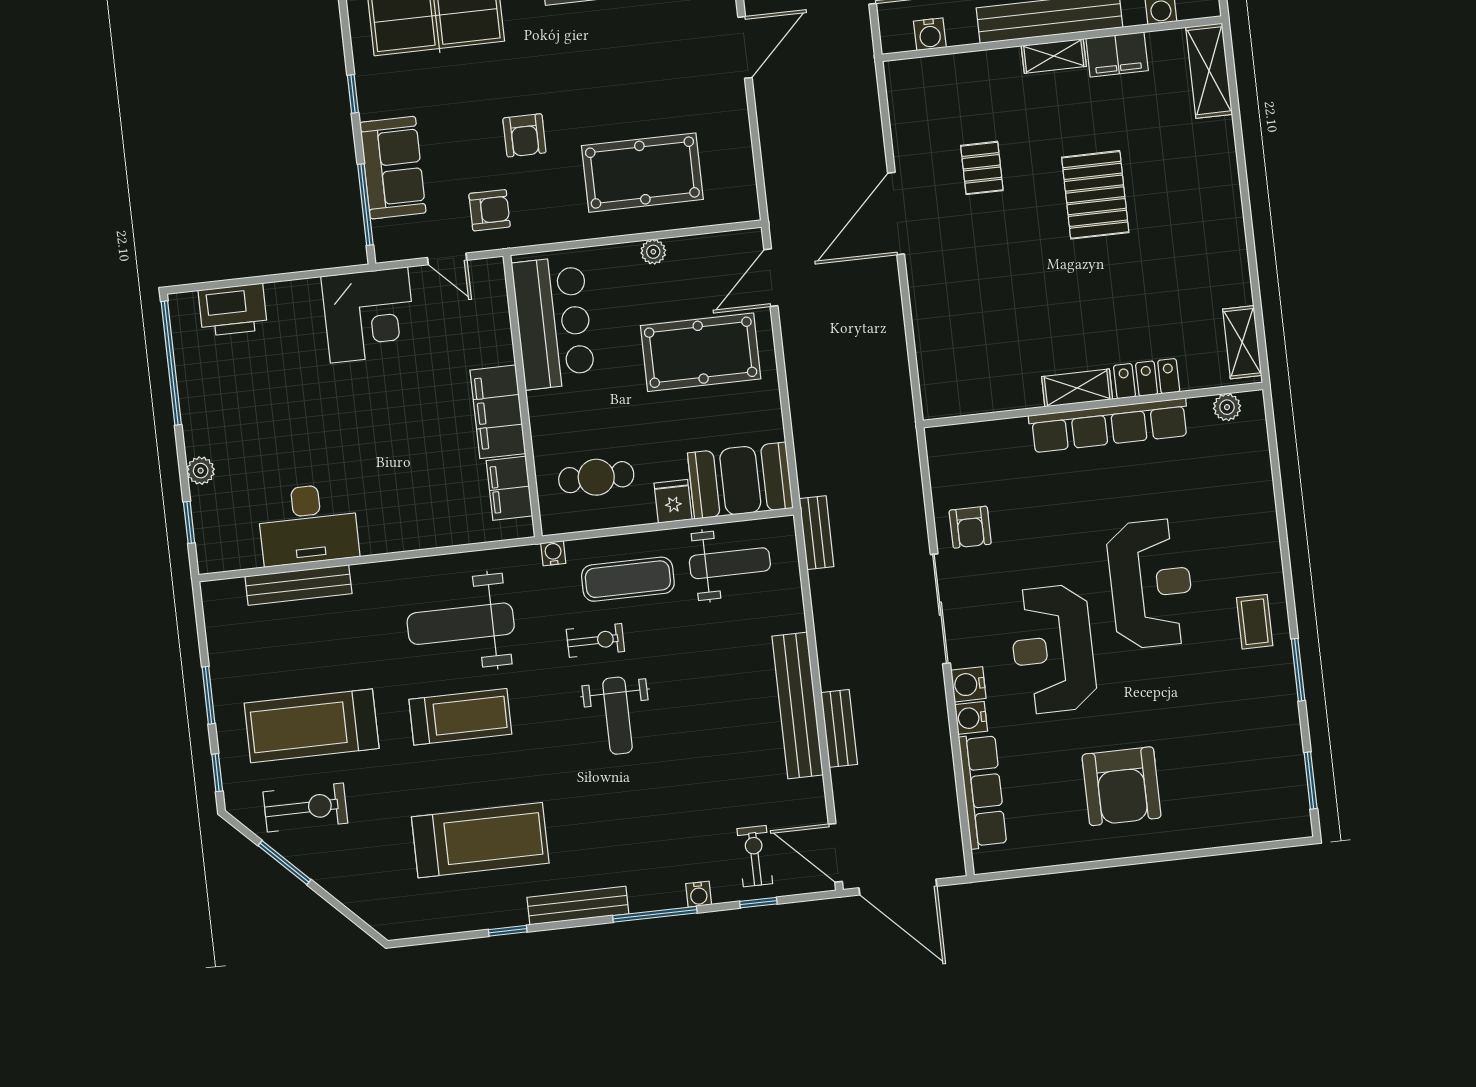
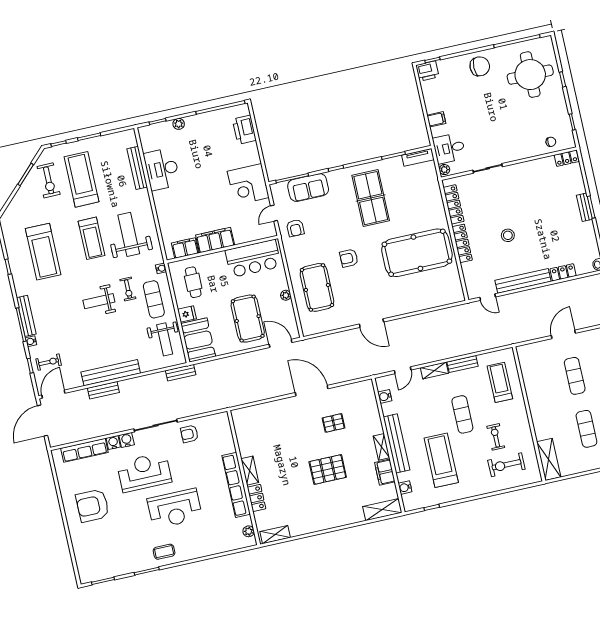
armchair: (524, 135) -> (349, 258), moved
bench: (578, 906) -> (26, 316), moved

